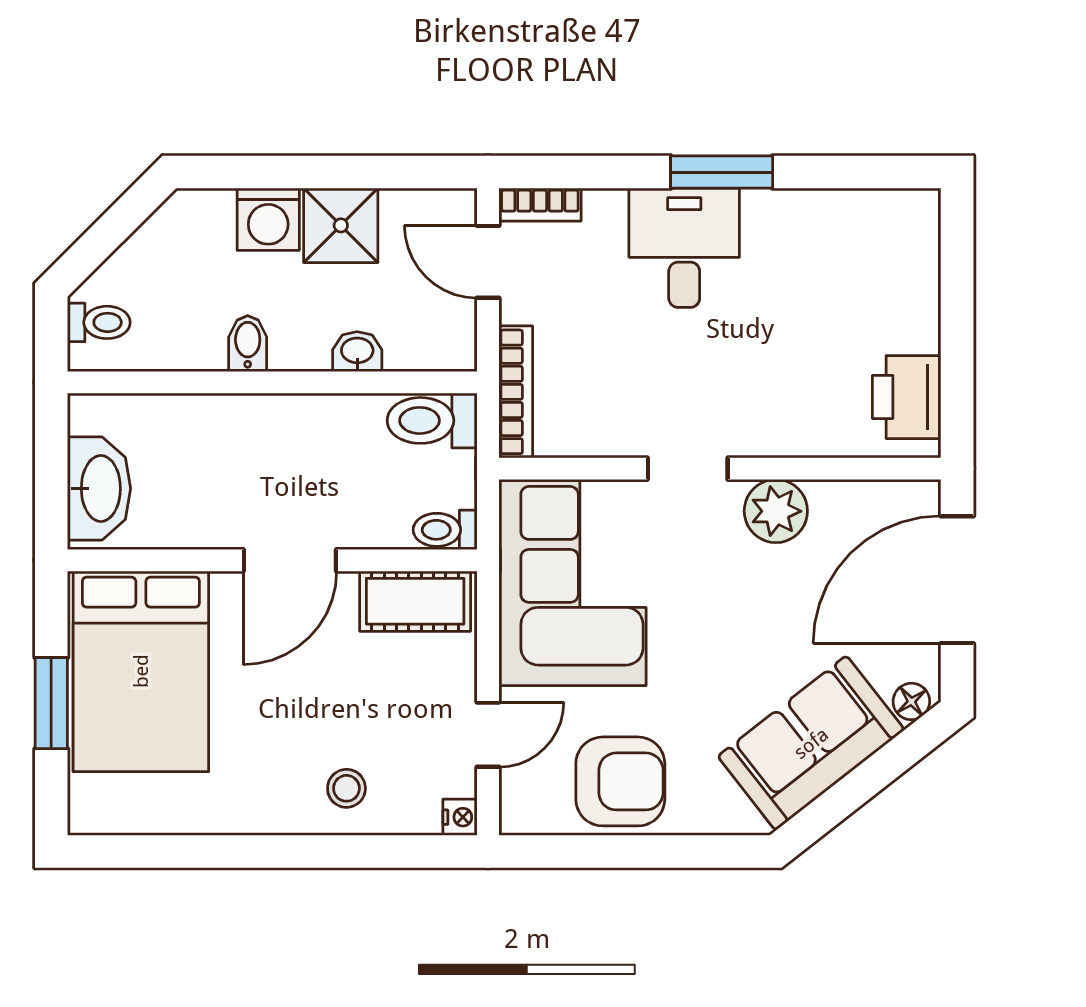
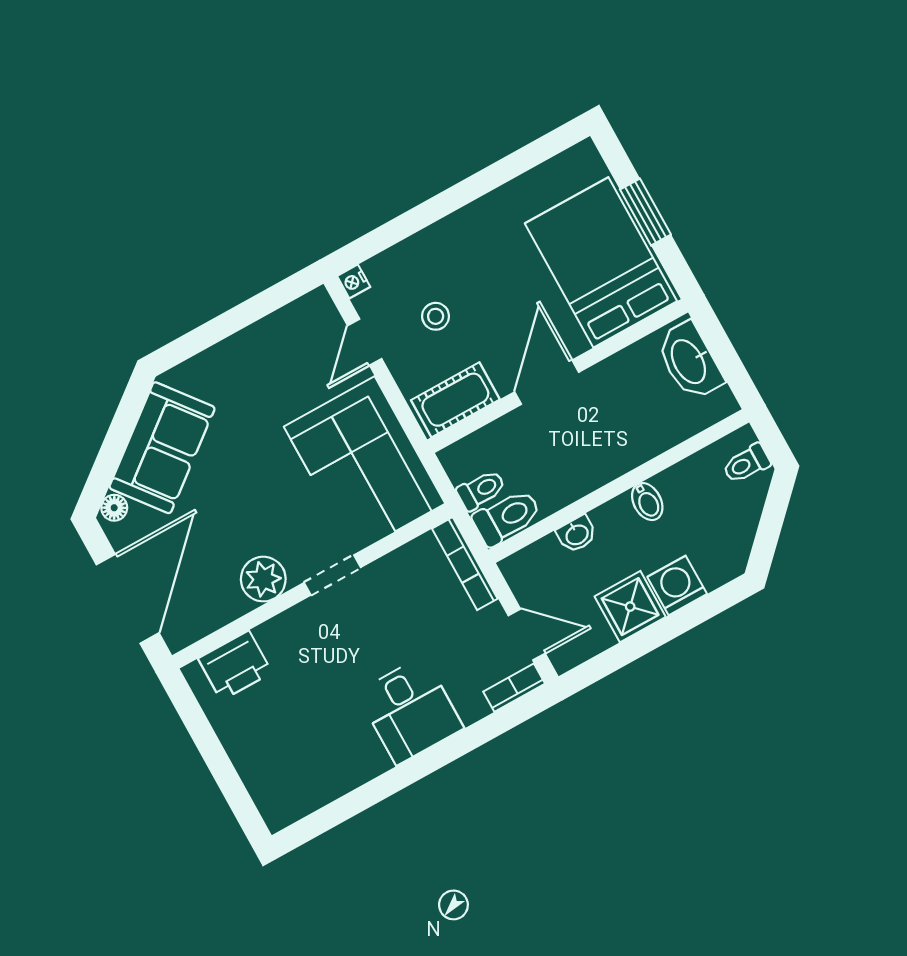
window: (722, 172) -> (413, 770), removed
printer: (907, 397) -> (235, 665), moved, turned 90
toilet: (445, 530) -> (481, 490), moved
armchair: (620, 781) -> (267, 359), removed
stool: (346, 788) -> (436, 316), moved

